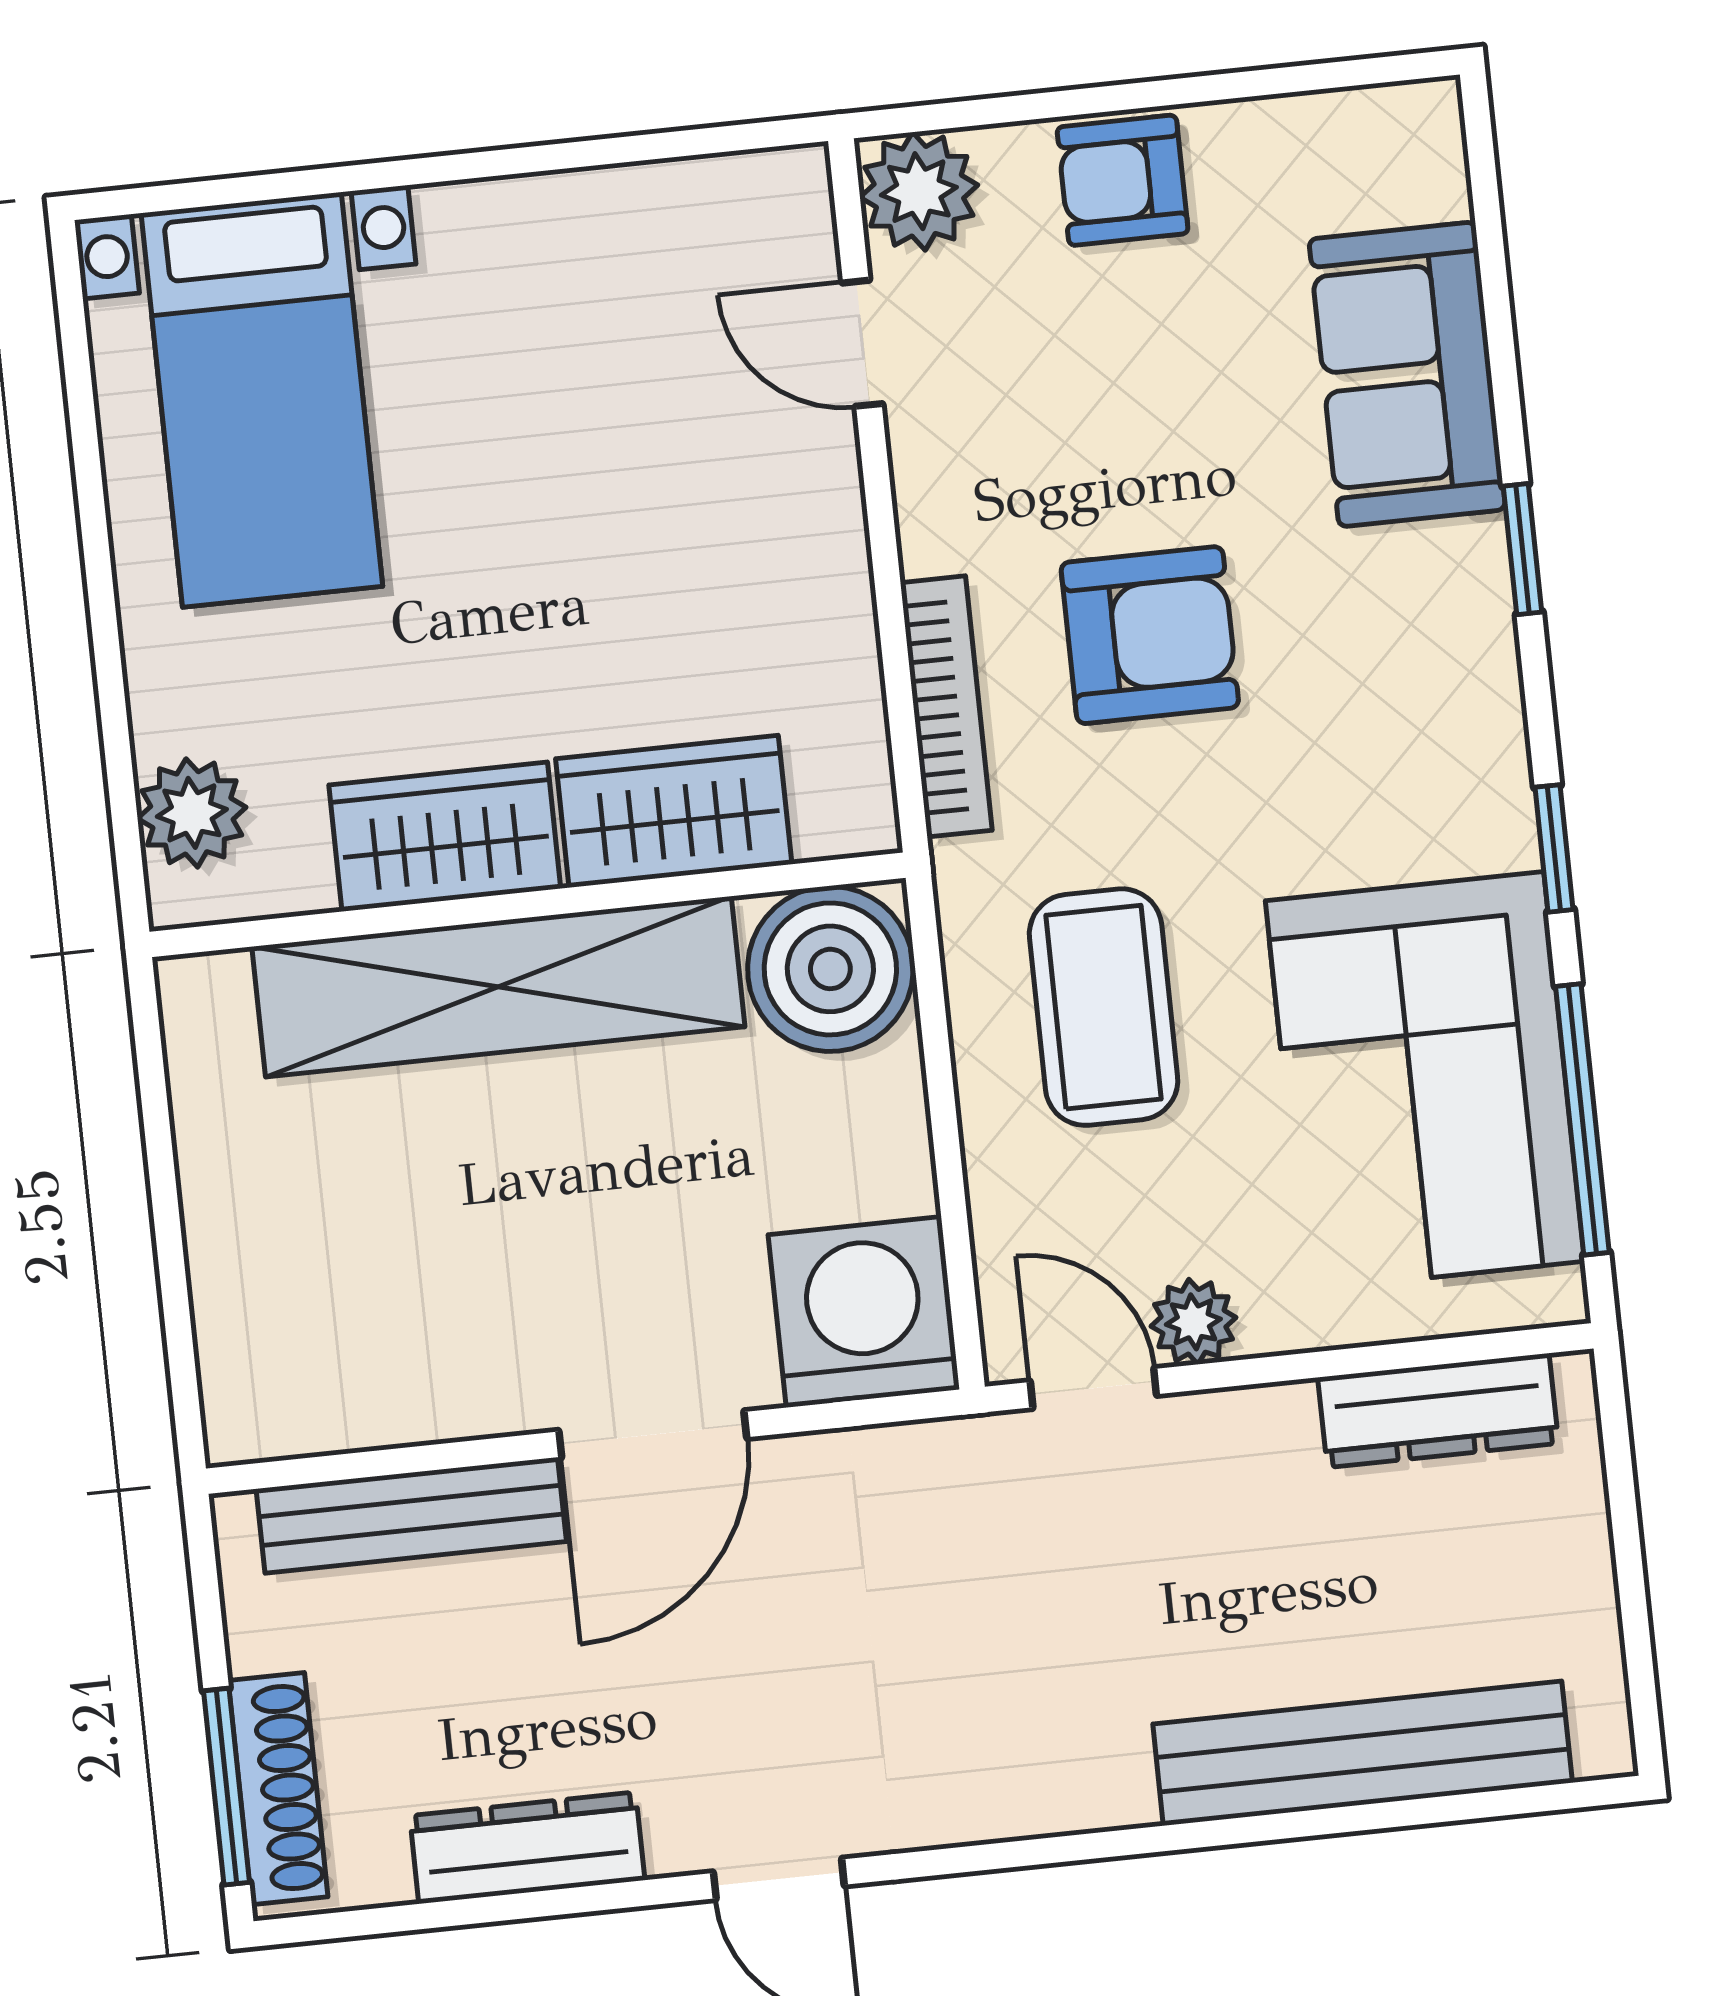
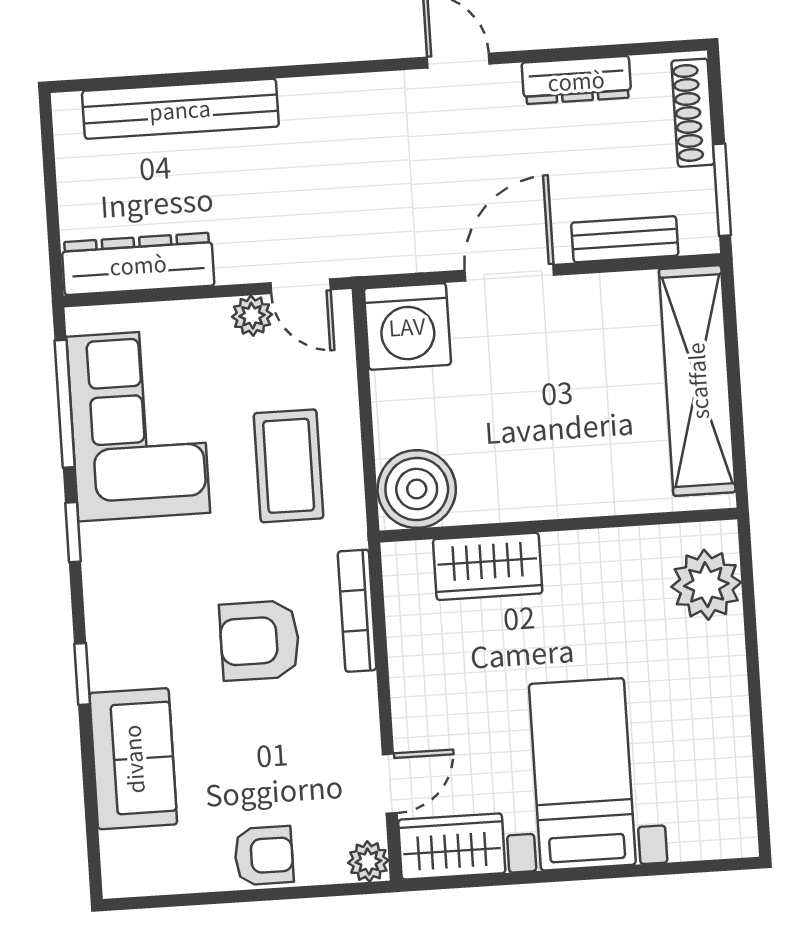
plant: (919, 191) -> (368, 861), width x0.73, depth x0.73
door: (862, 343) -> (390, 784), hinge flipped
bed with nightstands: (262, 400) -> (582, 774), moved
plant: (192, 813) -> (706, 585), width x1.36, depth x1.36
wardrobe: (445, 837) -> (452, 846), moved, turned 180
shelving: (498, 987) -> (697, 381), moved, turned 90
dresser: (1438, 1410) -> (138, 264), width x1.37, depth x1.24
bench: (411, 1515) -> (625, 239), width x0.73
window: (226, 1787) -> (722, 190), moved

